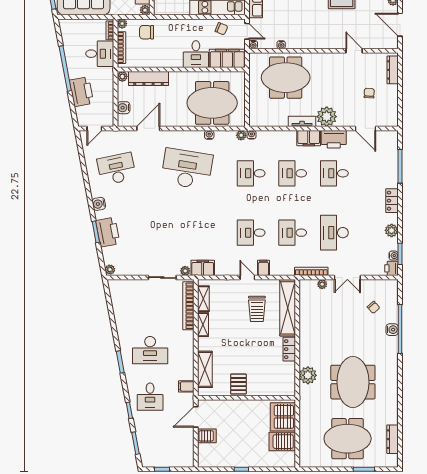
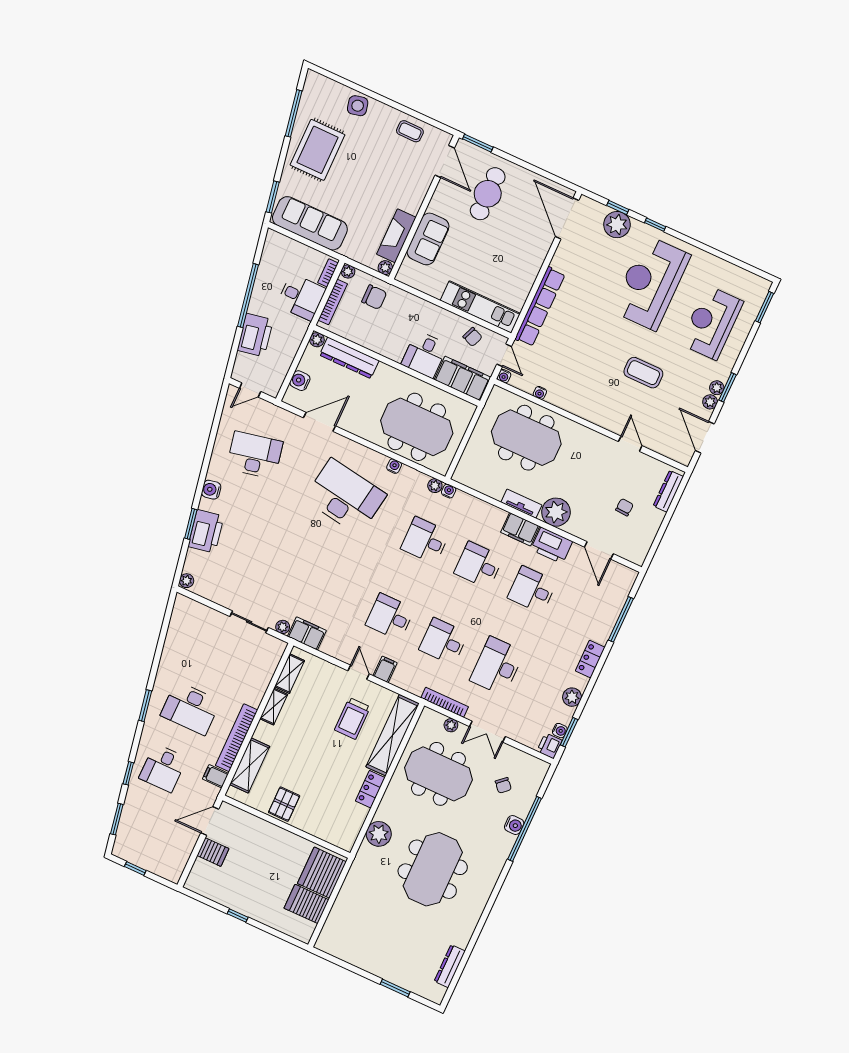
chair: (147, 32) -> (374, 297), turned 180
bookcase: (188, 306) -> (237, 738), moved
meeting table: (348, 439) -> (438, 774), moved

